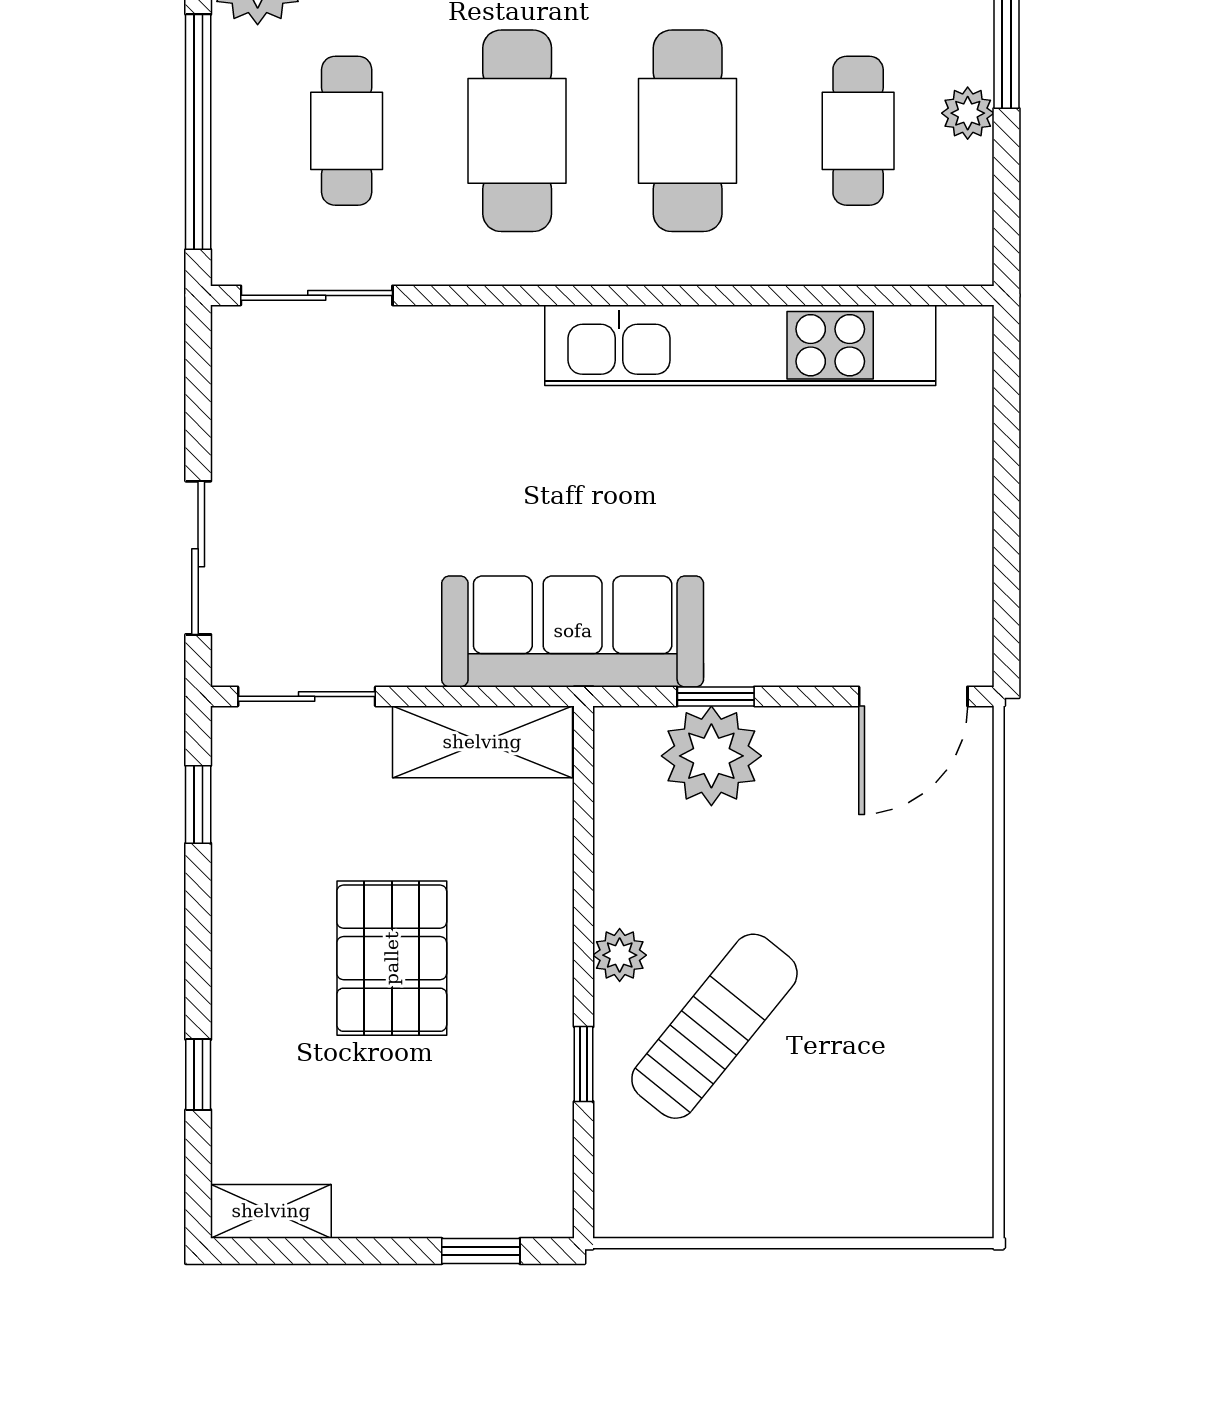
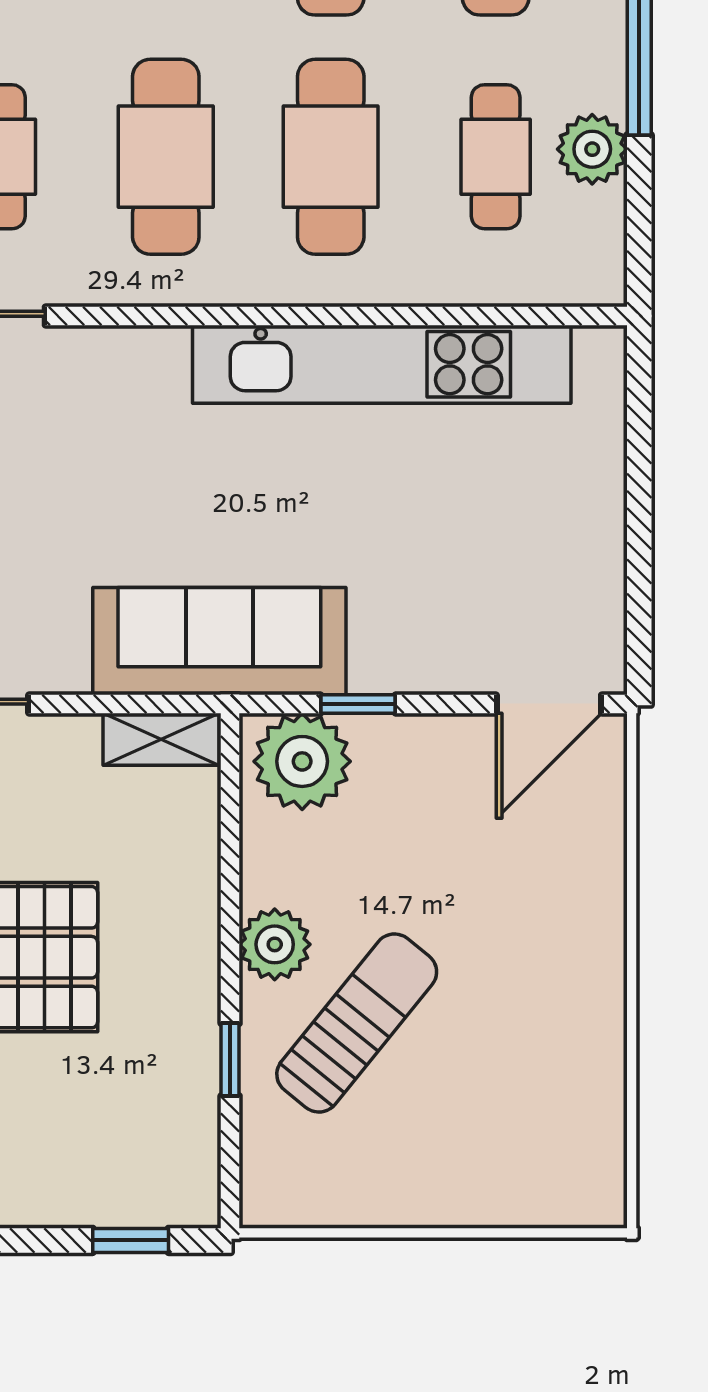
plant: (968, 113) -> (592, 149), width x1.38, depth x1.38
shelving: (482, 742) -> (161, 739), width x0.67, depth x0.75
plant: (711, 756) -> (302, 761), moved
plant: (620, 955) -> (275, 944), width x1.38, depth x1.38

